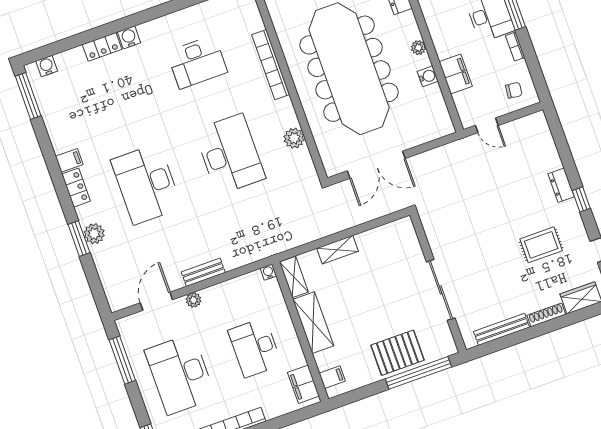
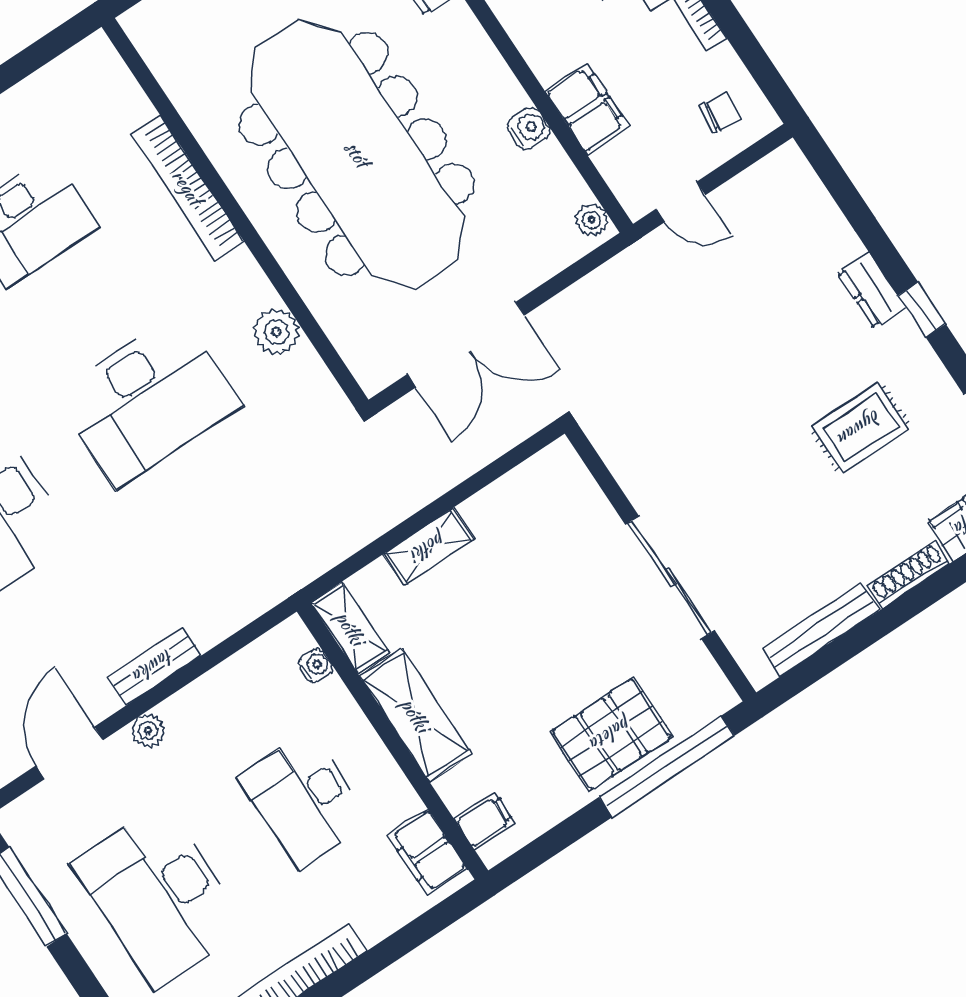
plant: (418, 48) -> (592, 220), moved
desk: (230, 154) -> (148, 400), turned 90
water cooler: (268, 272) -> (315, 665), moved, turned 90

